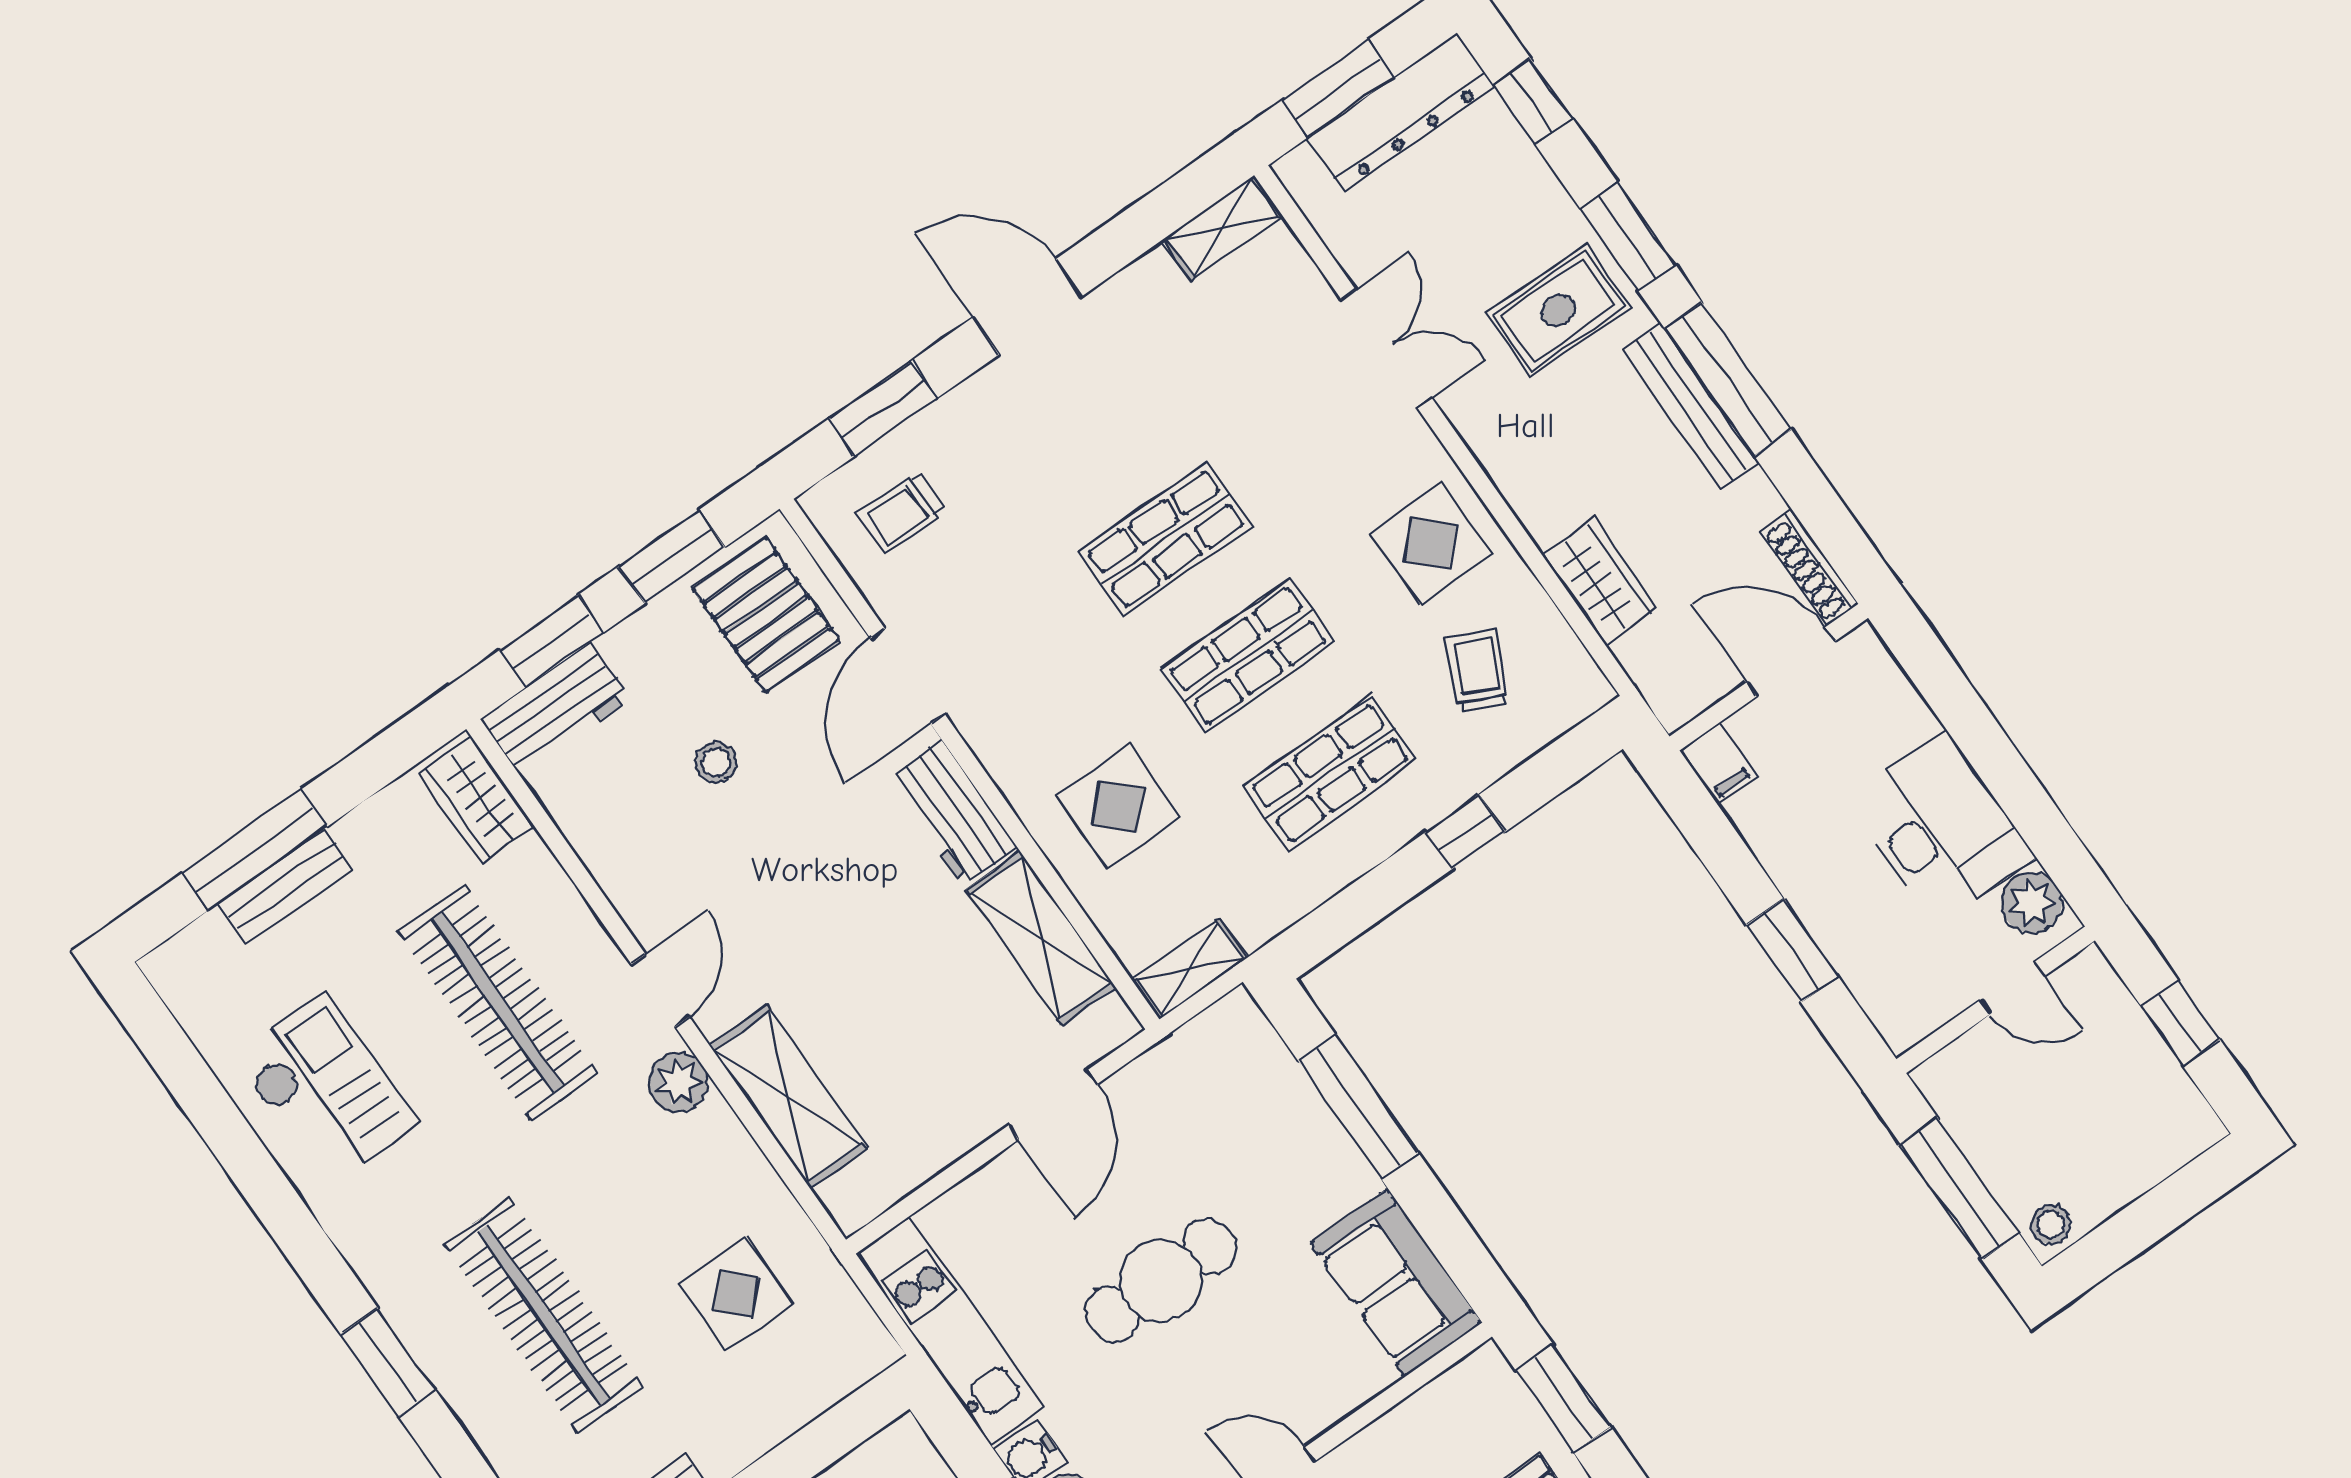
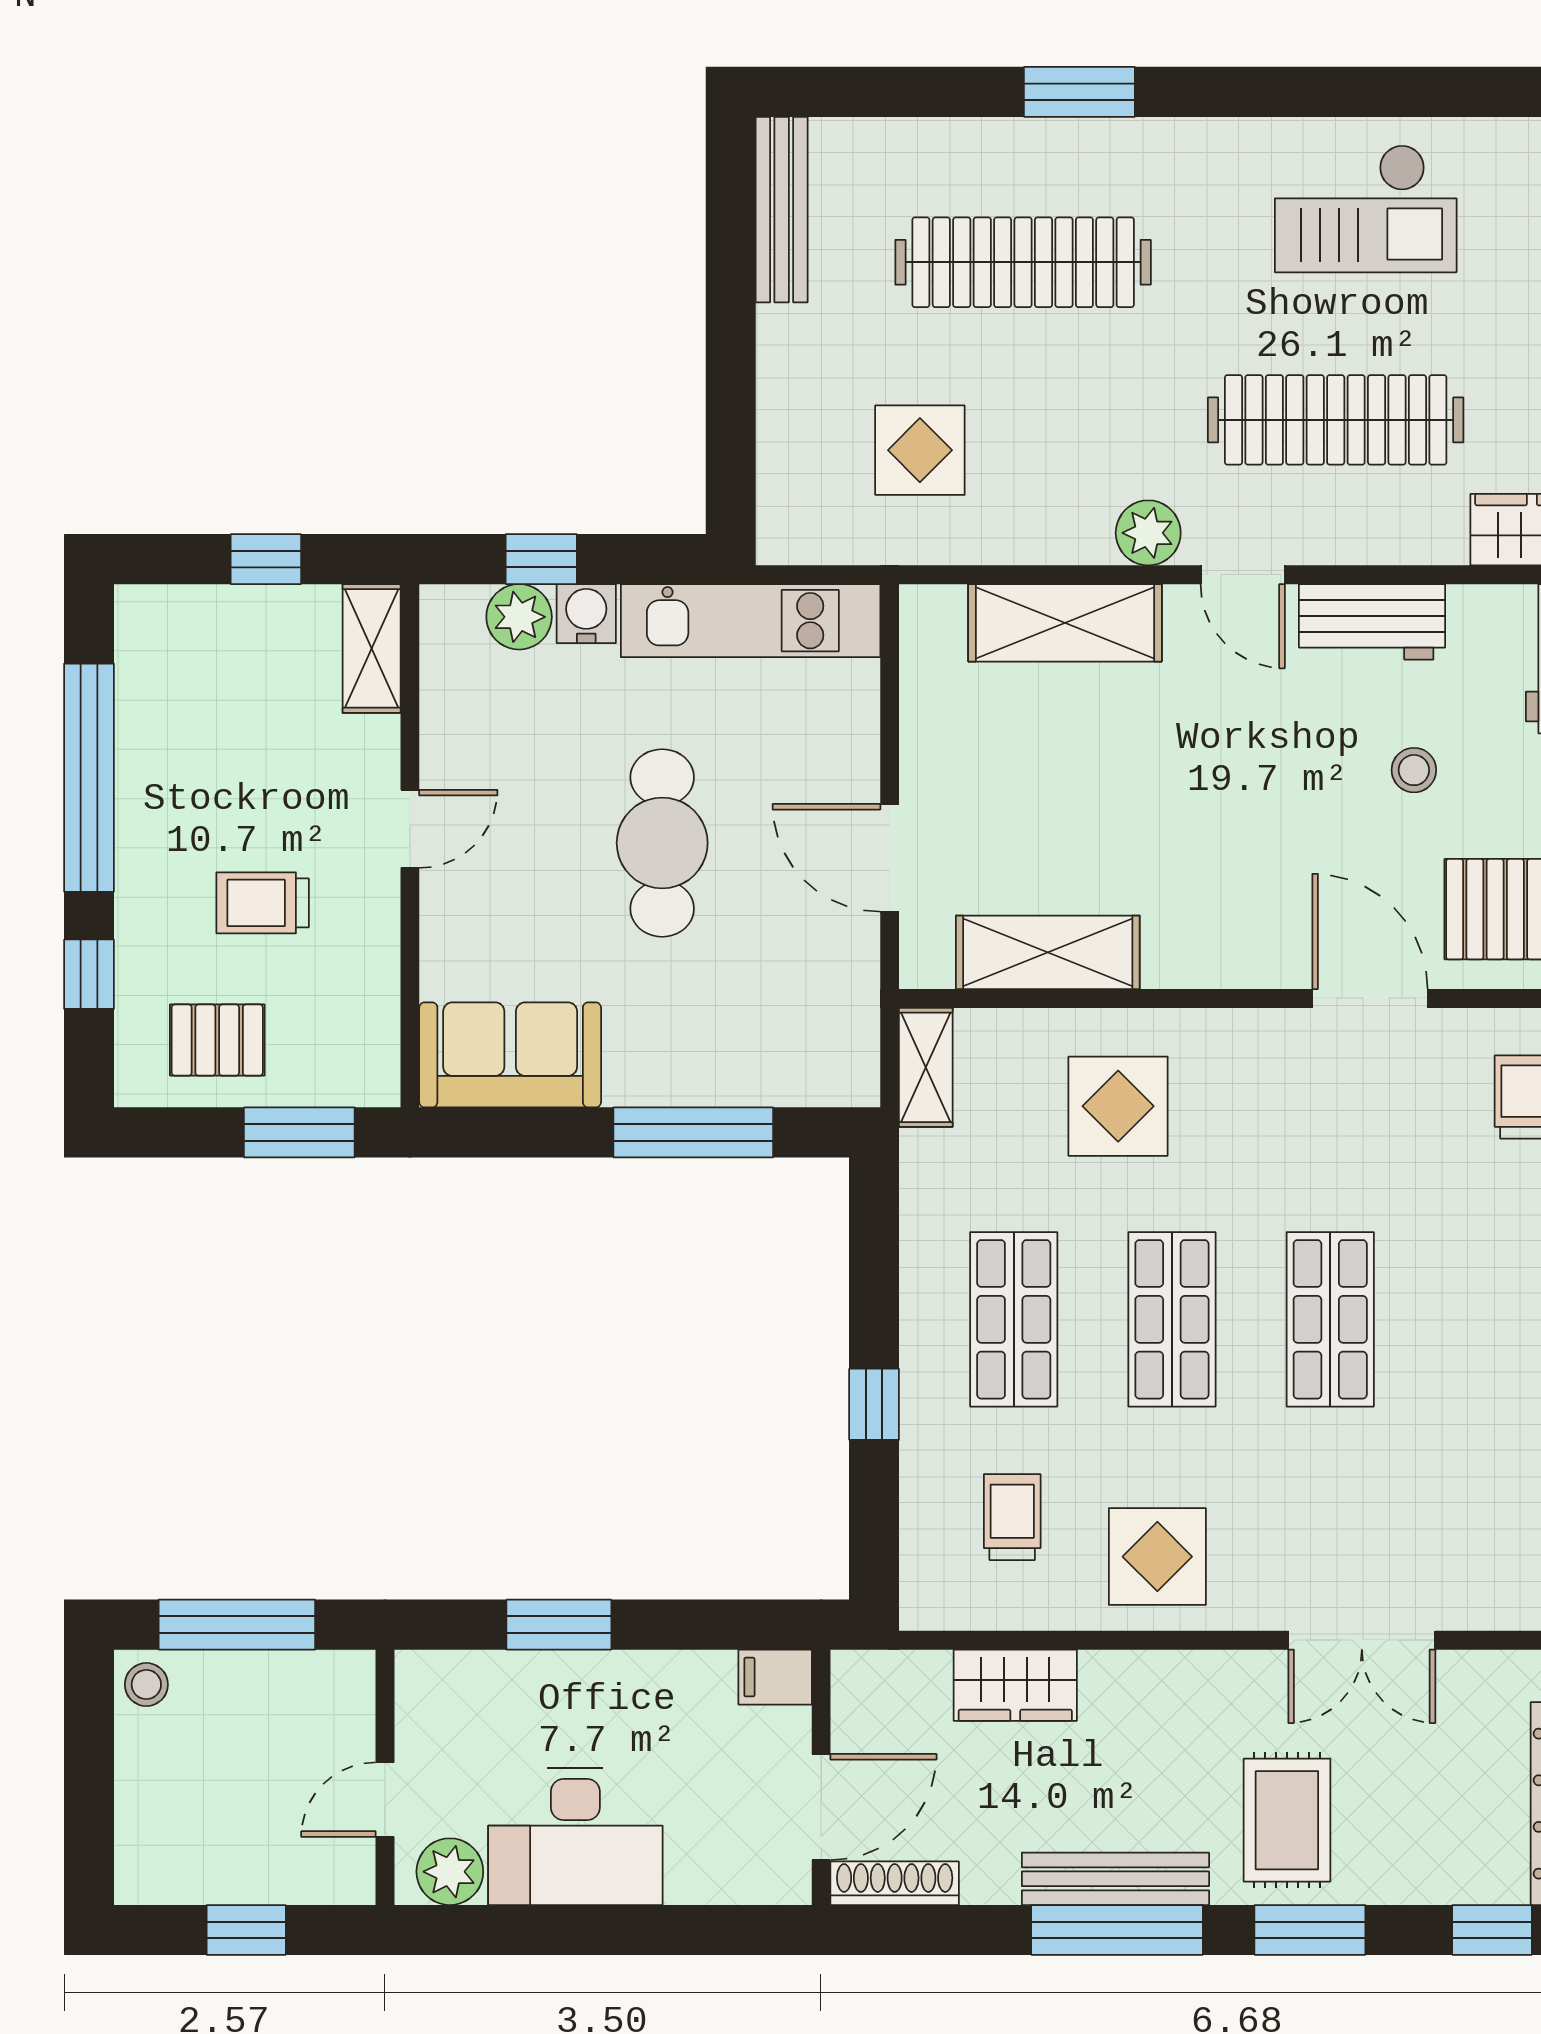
trolley: (1477, 671) -> (1012, 1517), turned -115
workbench: (952, 813) -> (1372, 622), moved, turned 180

